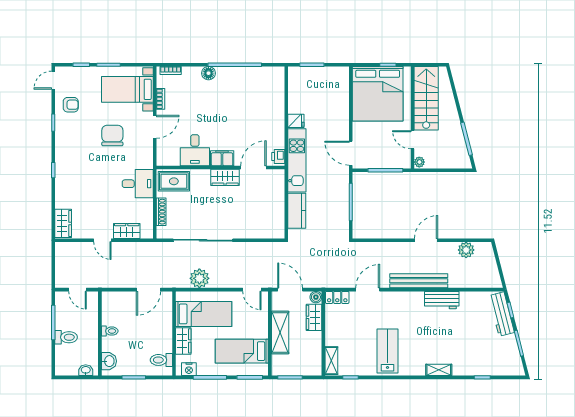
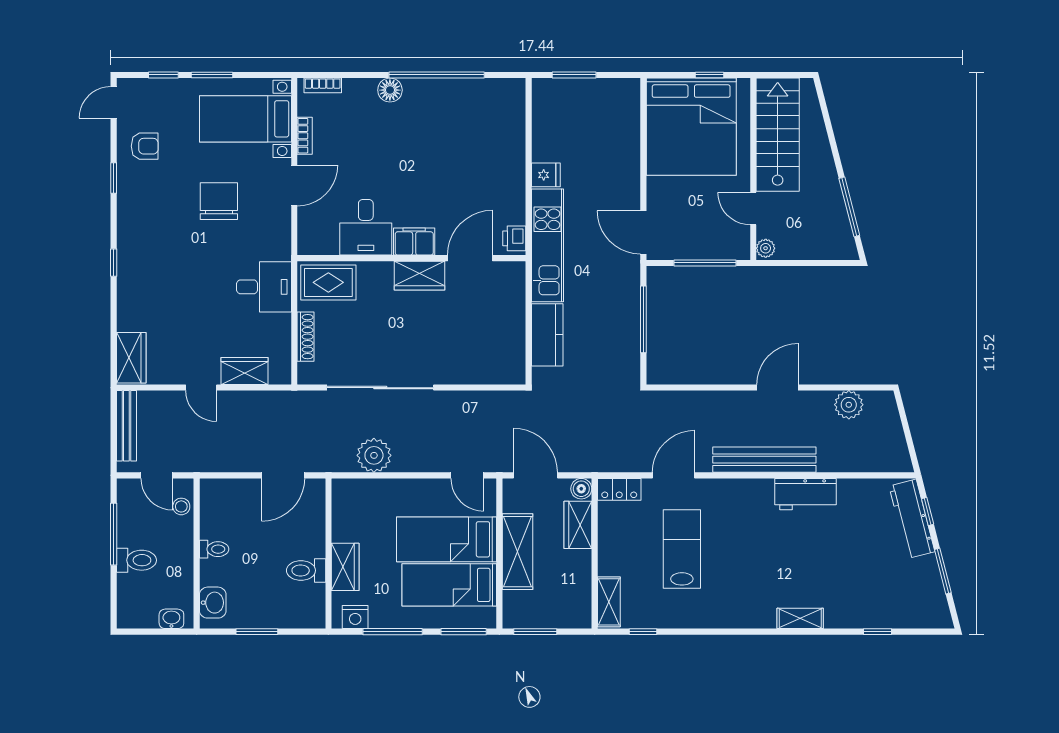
bench: (60, 262) -> (126, 426), added
stool: (91, 307) -> (181, 506), added
bed: (204, 314) -> (446, 539), moved, turned 180
lab bench: (388, 351) -> (682, 549), moved
toilet: (161, 360) -> (306, 570), moved

